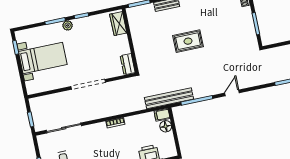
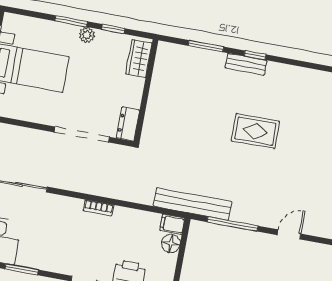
wardrobe: (118, 24) -> (139, 58), moved
wall: (130, 41) -> (146, 91), moved
dresser: (128, 64) -> (128, 124), moved

